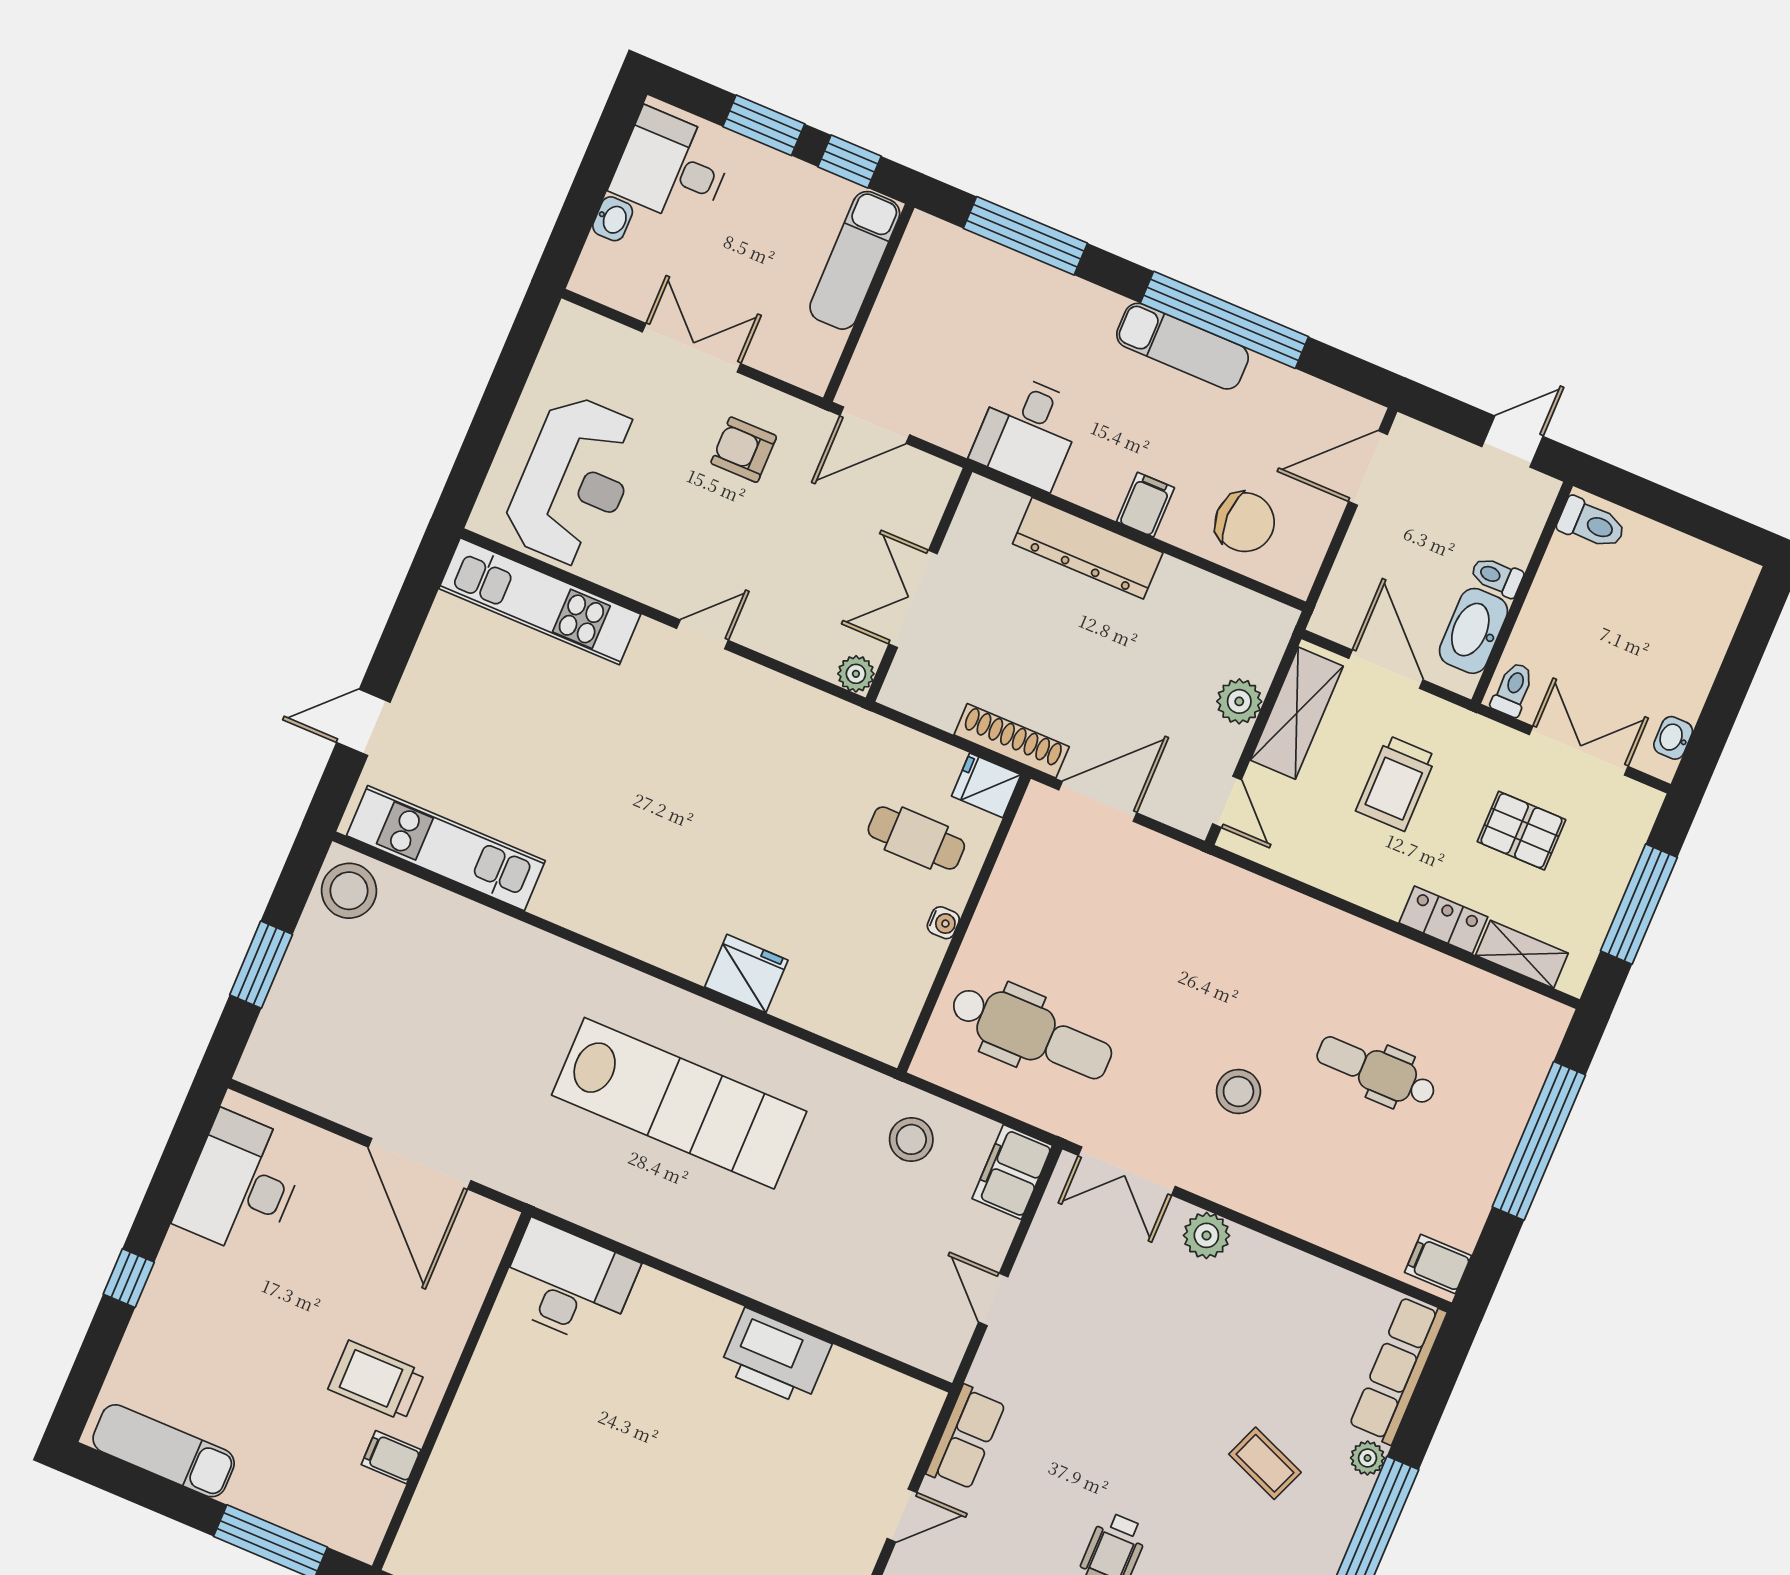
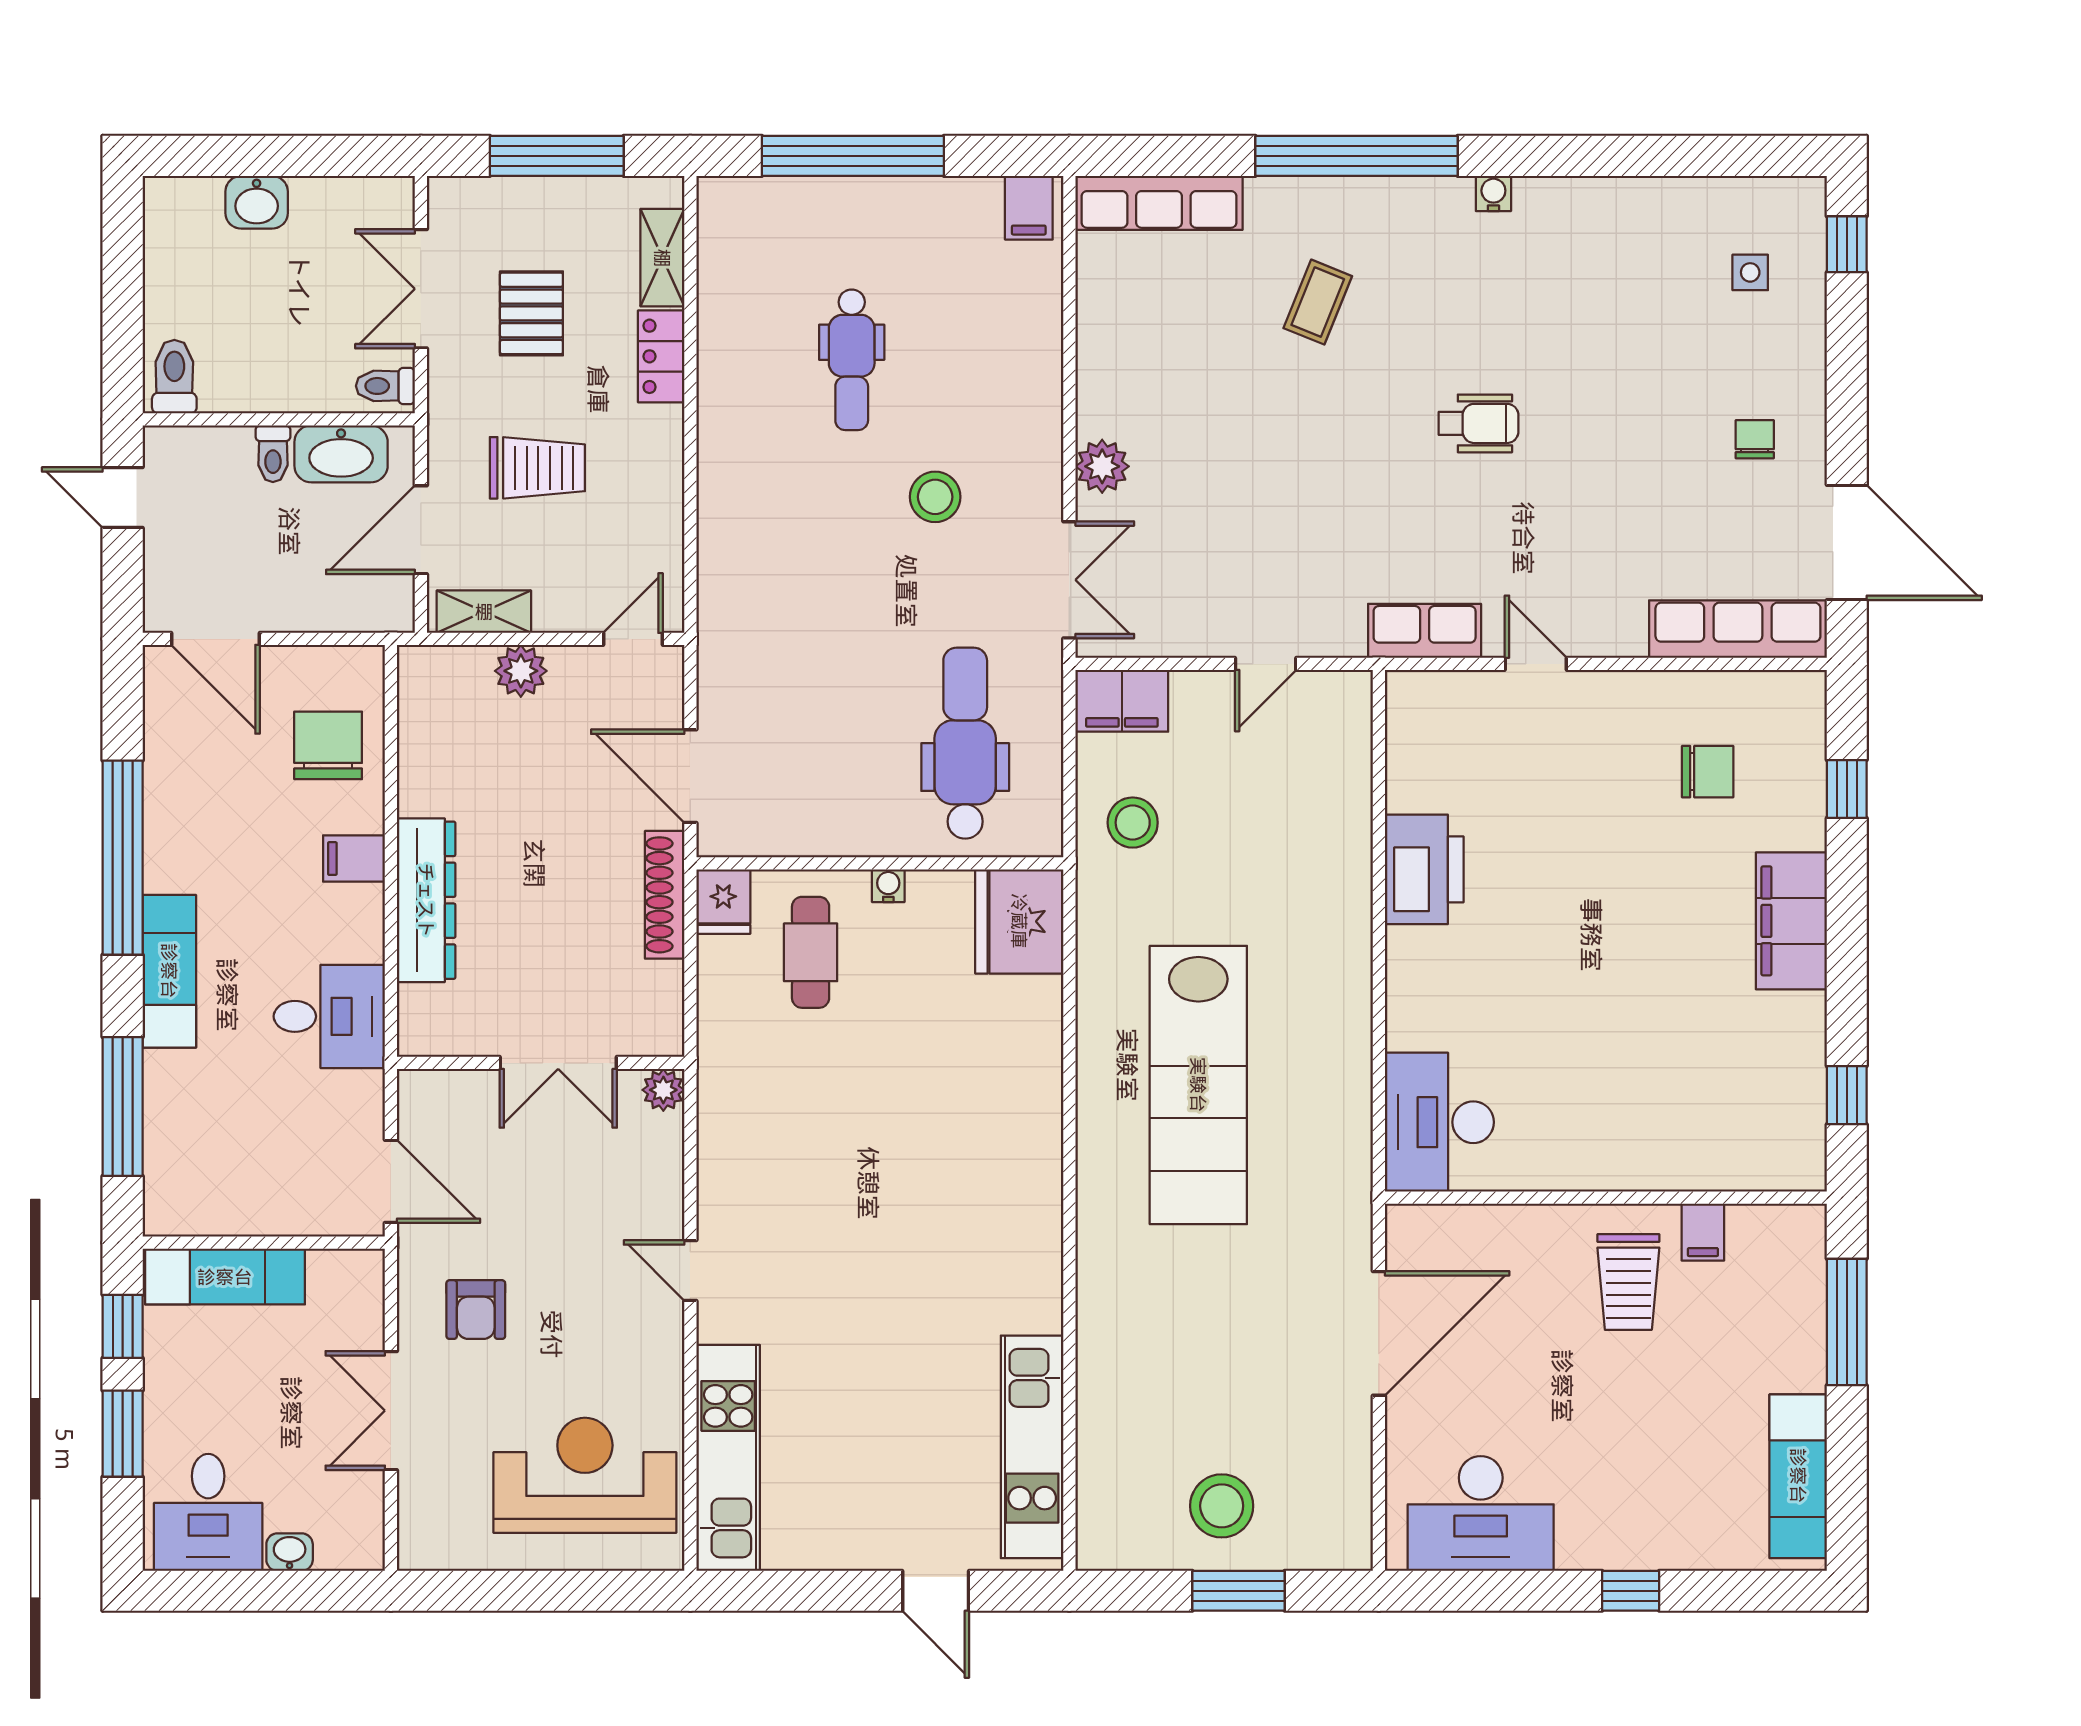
exam couch: (1182, 346) -> (169, 971), moved
shelving: (1297, 713) -> (484, 612), width x0.67, depth x0.75
washbasin: (1673, 738) -> (257, 202), moved, width x1.38, depth x1.45
stool: (349, 891) -> (1222, 1506), moved
fridge: (746, 974) -> (1019, 921), moved, width x1.36, depth x1.34
lab bench: (679, 1103) -> (1198, 1085), turned 180
plant: (1368, 1458) -> (1266, 196), removed

